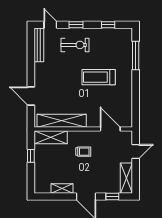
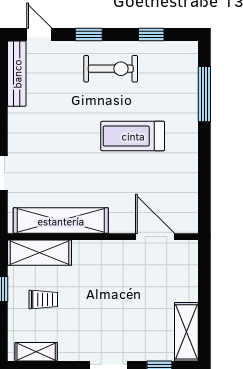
exercise bike: (75, 45) -> (111, 69), moved
door: (136, 151) -> (204, 280), removed
trolley: (83, 152) -> (43, 300), moved
shelving: (62, 188) -> (36, 352), moved

